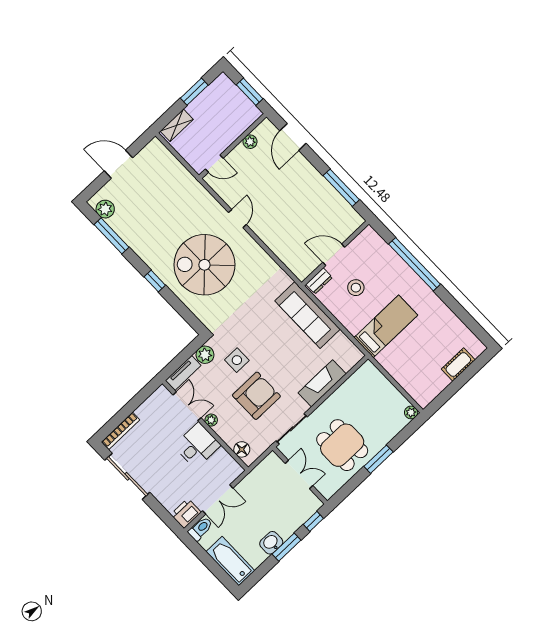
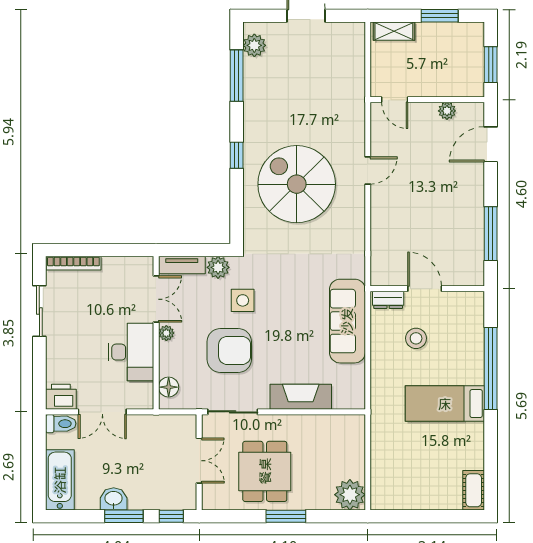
bed: (386, 326) -> (445, 404), moved, turned 180
cot: (458, 364) -> (474, 490), moved, turned 90
plant: (411, 412) -> (350, 495), width x1.88, depth x1.88
desk: (197, 446) -> (131, 352), width x1.37
sliding door: (127, 476) -> (39, 311), width x0.73

